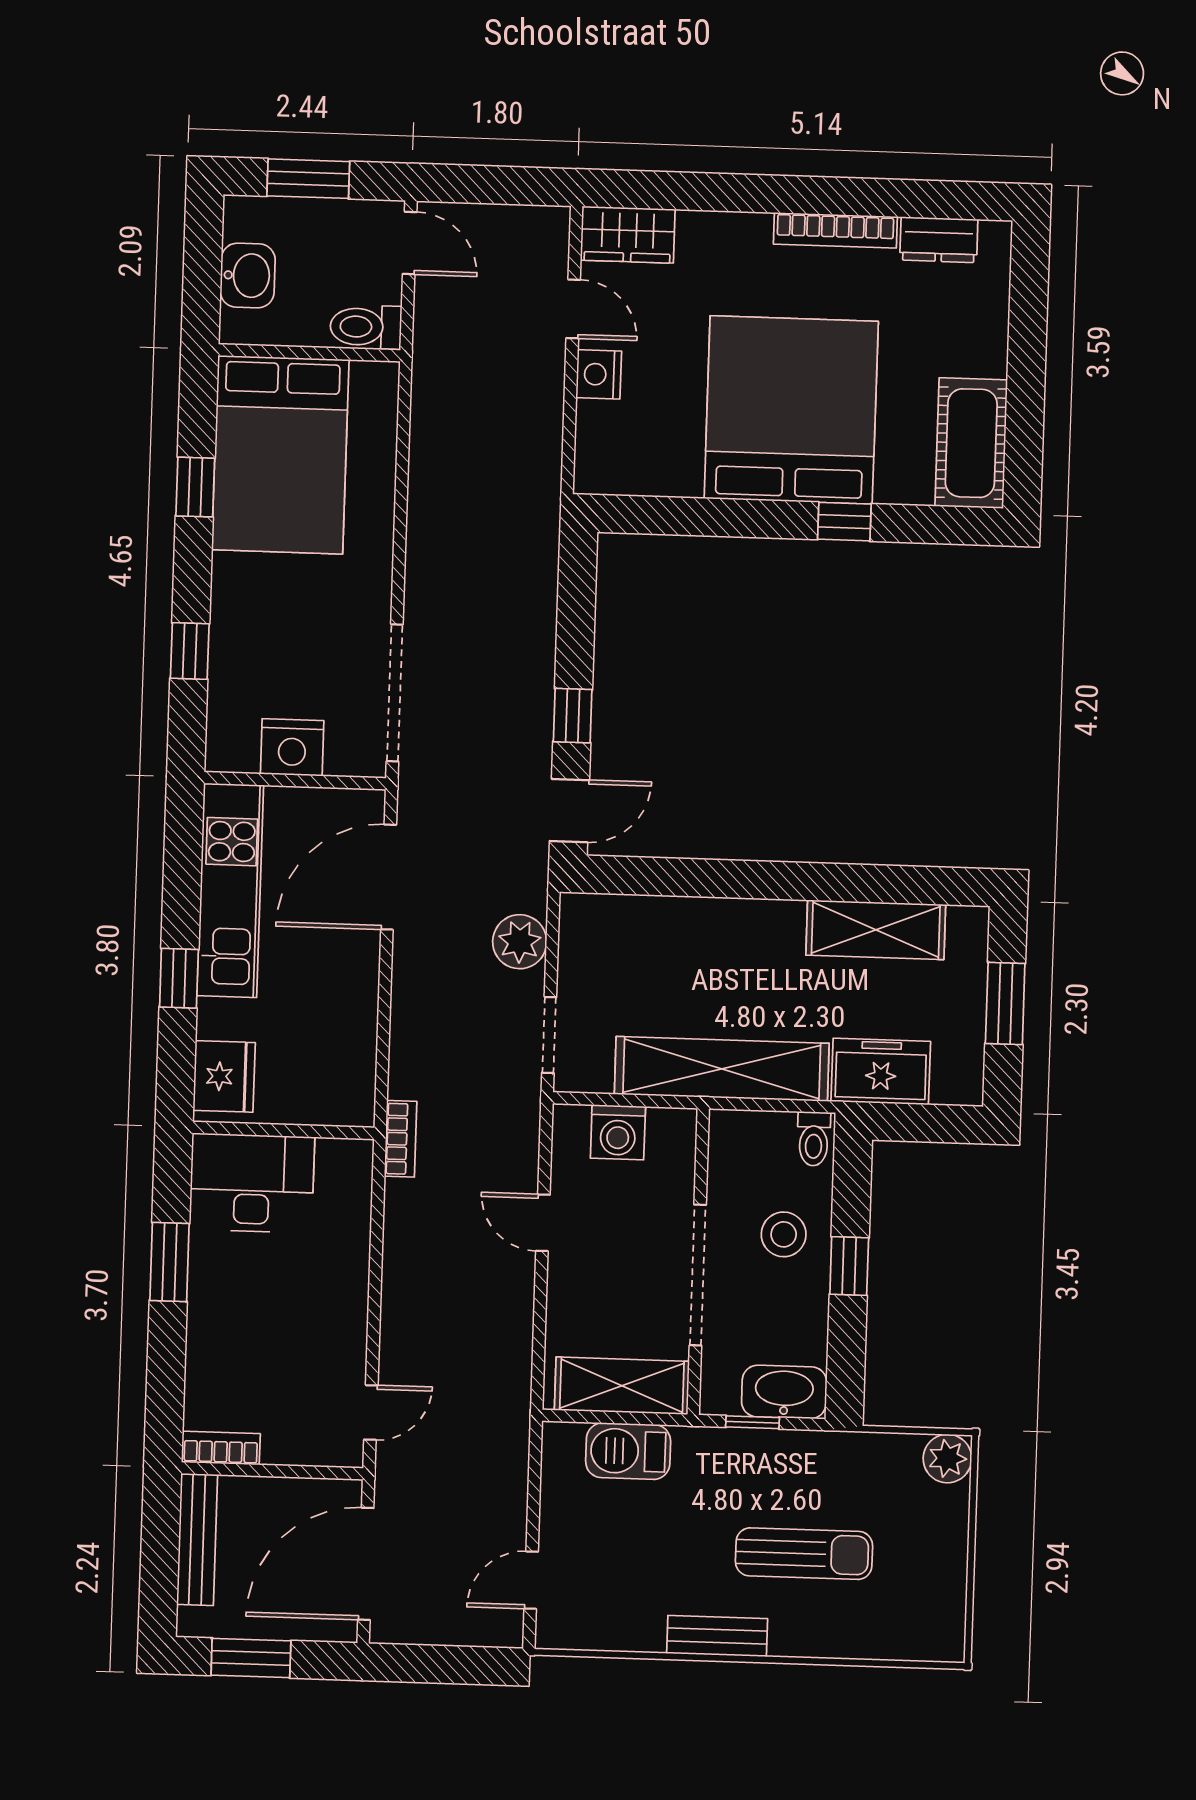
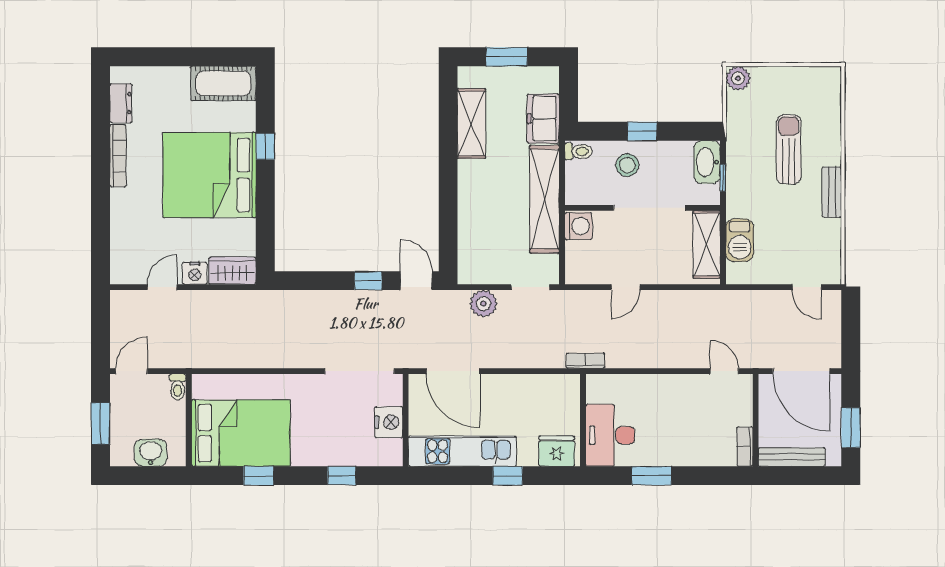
wardrobe: (628, 235) -> (232, 271), moved, turned -90
toilet: (366, 327) -> (178, 387), width x0.73, depth x0.72
washing machine: (618, 1132) -> (578, 226), moved

